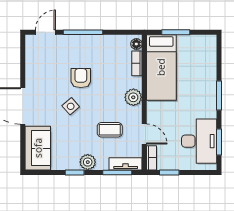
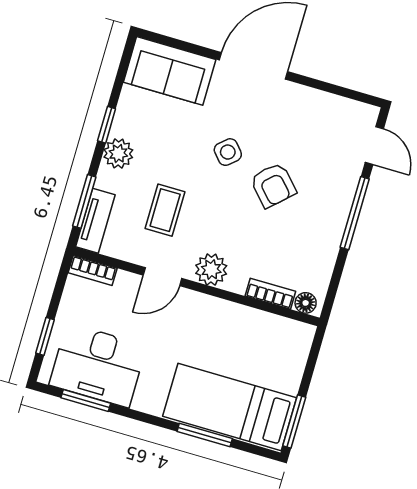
window: (176, 32) -> (294, 421), moved
bed: (161, 67) -> (230, 407), moved
armchair: (81, 78) -> (273, 185), turned 47
window: (219, 96) -> (205, 435), moved
door: (144, 134) -> (162, 277), moved
window: (169, 172) -> (45, 336), moved

